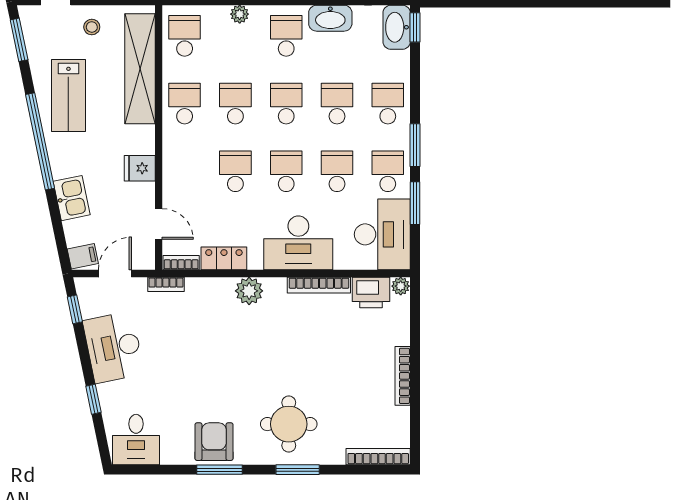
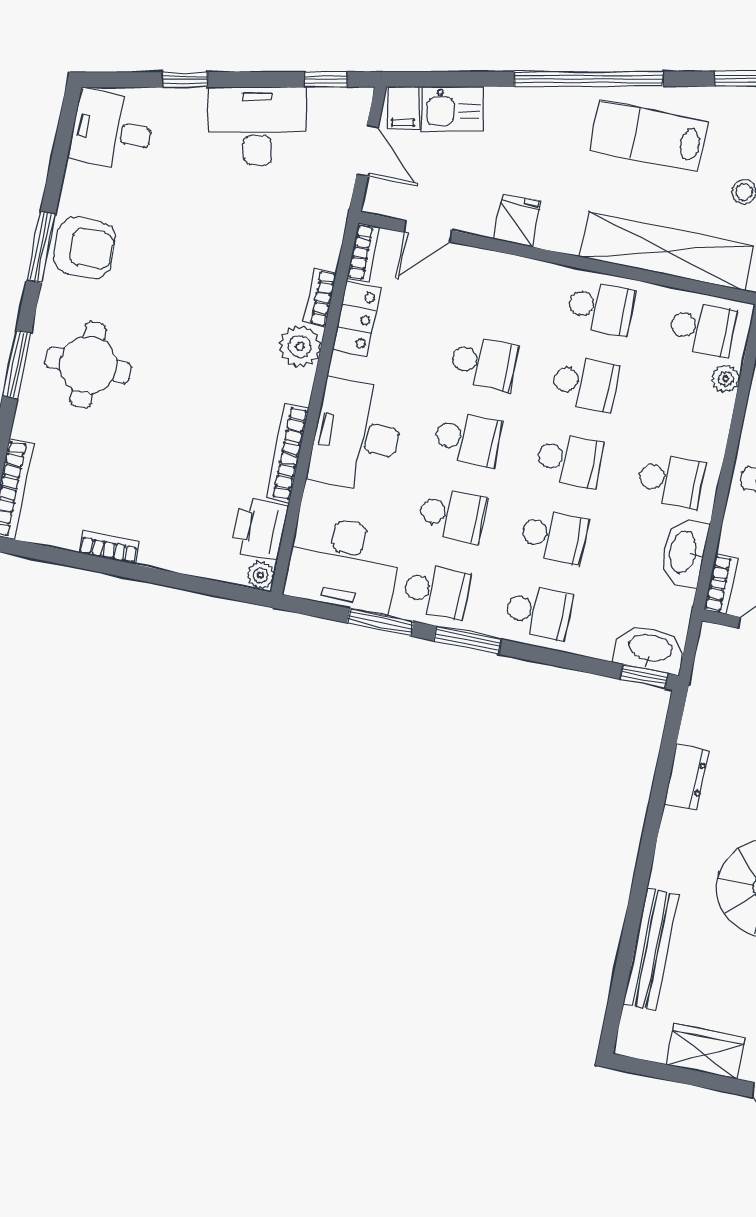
plant: (240, 14) -> (726, 379), moved
kitchen sink: (72, 198) -> (453, 109), moved
bookcase: (166, 284) -> (320, 297), moved
bookcase: (403, 376) -> (109, 547), width x0.64

